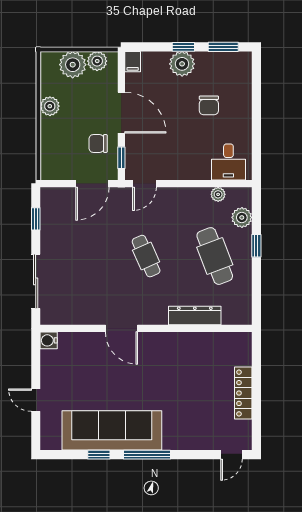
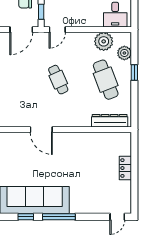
plant: (218, 194) -> (104, 41), width x1.88, depth x1.88
dresser: (195, 316) -> (110, 121), moved
locker: (243, 393) -> (125, 168), width x0.66

